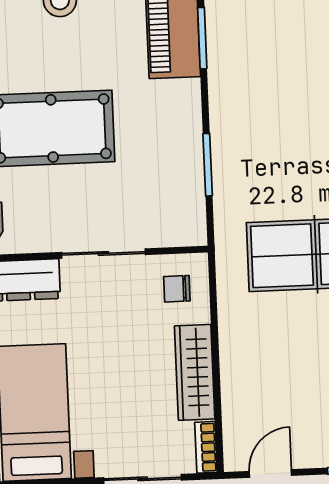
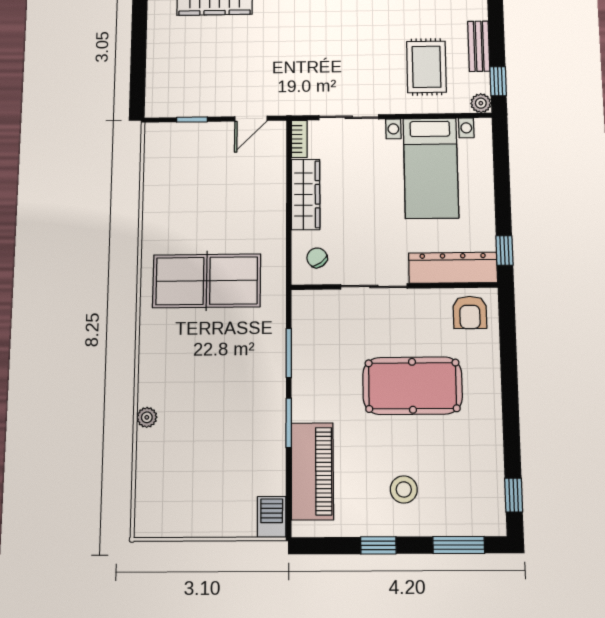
window: (202, 38) -> (289, 423), moved
chair: (177, 289) -> (317, 258), turned -126

